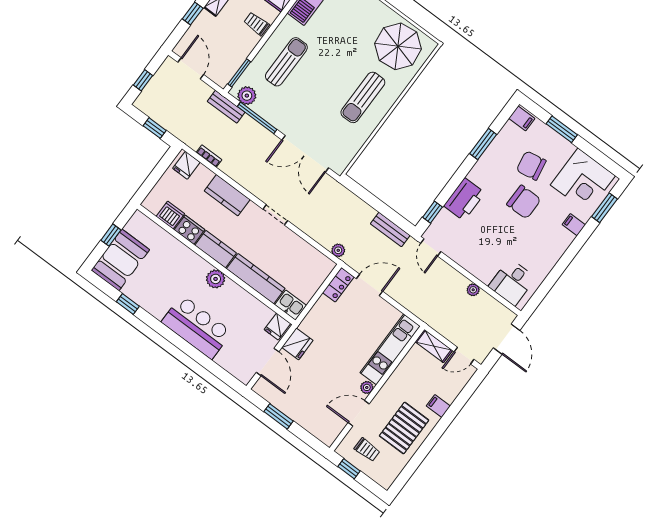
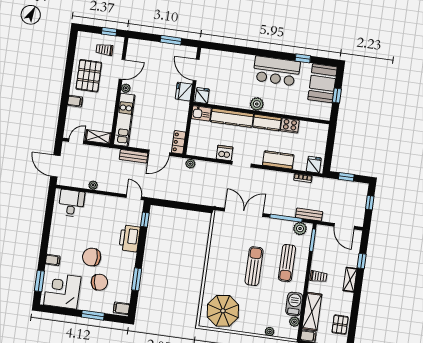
sun lounger: (363, 97) -> (254, 266), moved
dishwasher: (170, 215) -> (224, 153), moved, turned 180
bench: (390, 229) -> (134, 156), moved
bar counter: (197, 327) -> (276, 71), moved

